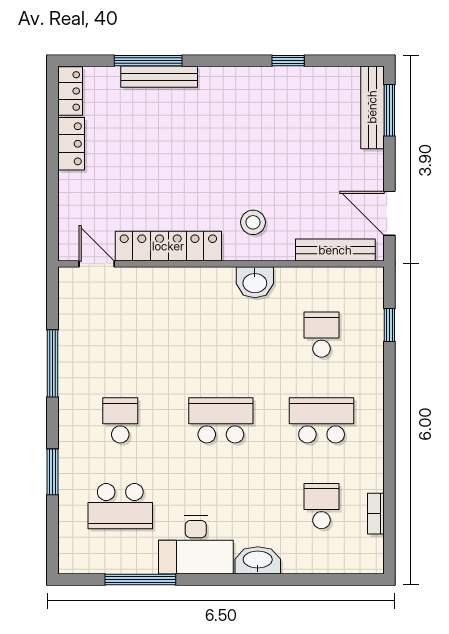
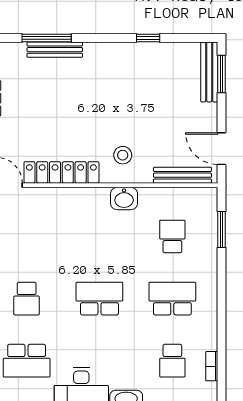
window: (389, 325) -> (222, 230), width x1.50
school desk: (120, 420) -> (27, 299), turned 180
school desk: (322, 506) -> (172, 361), turned 180

